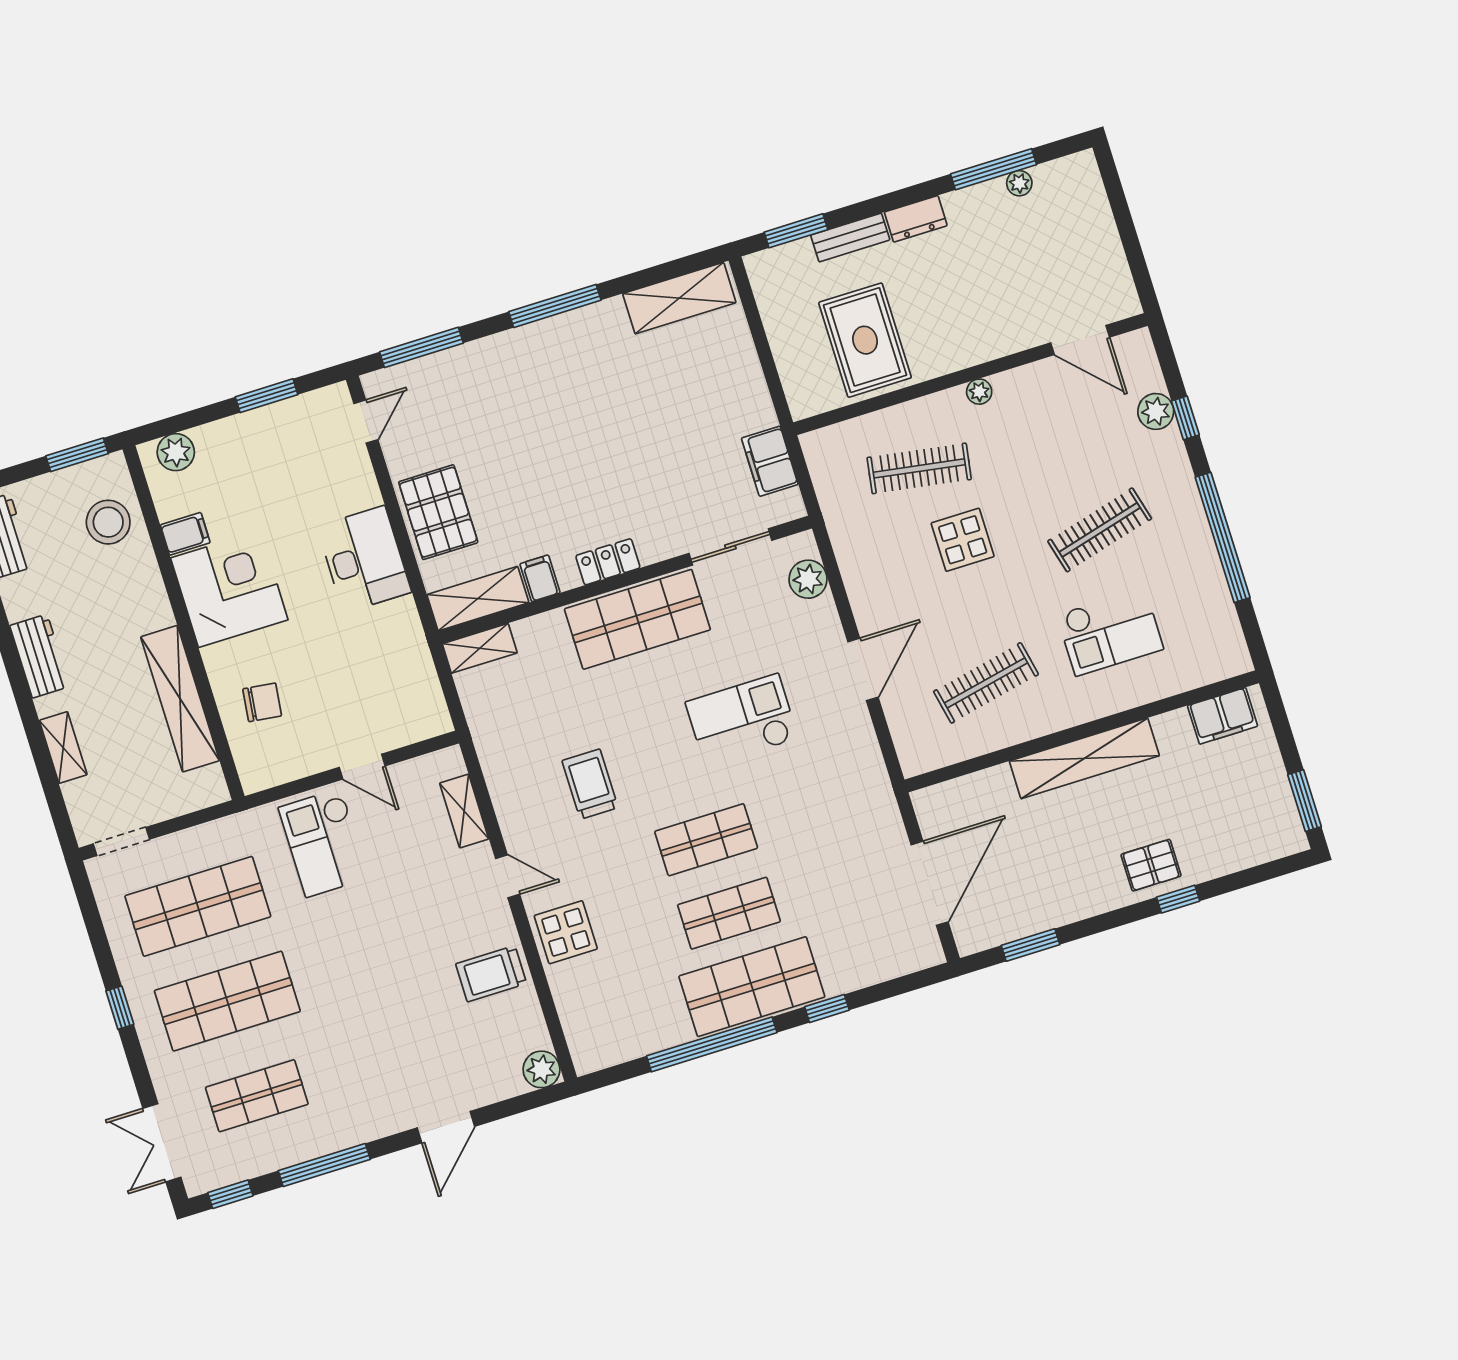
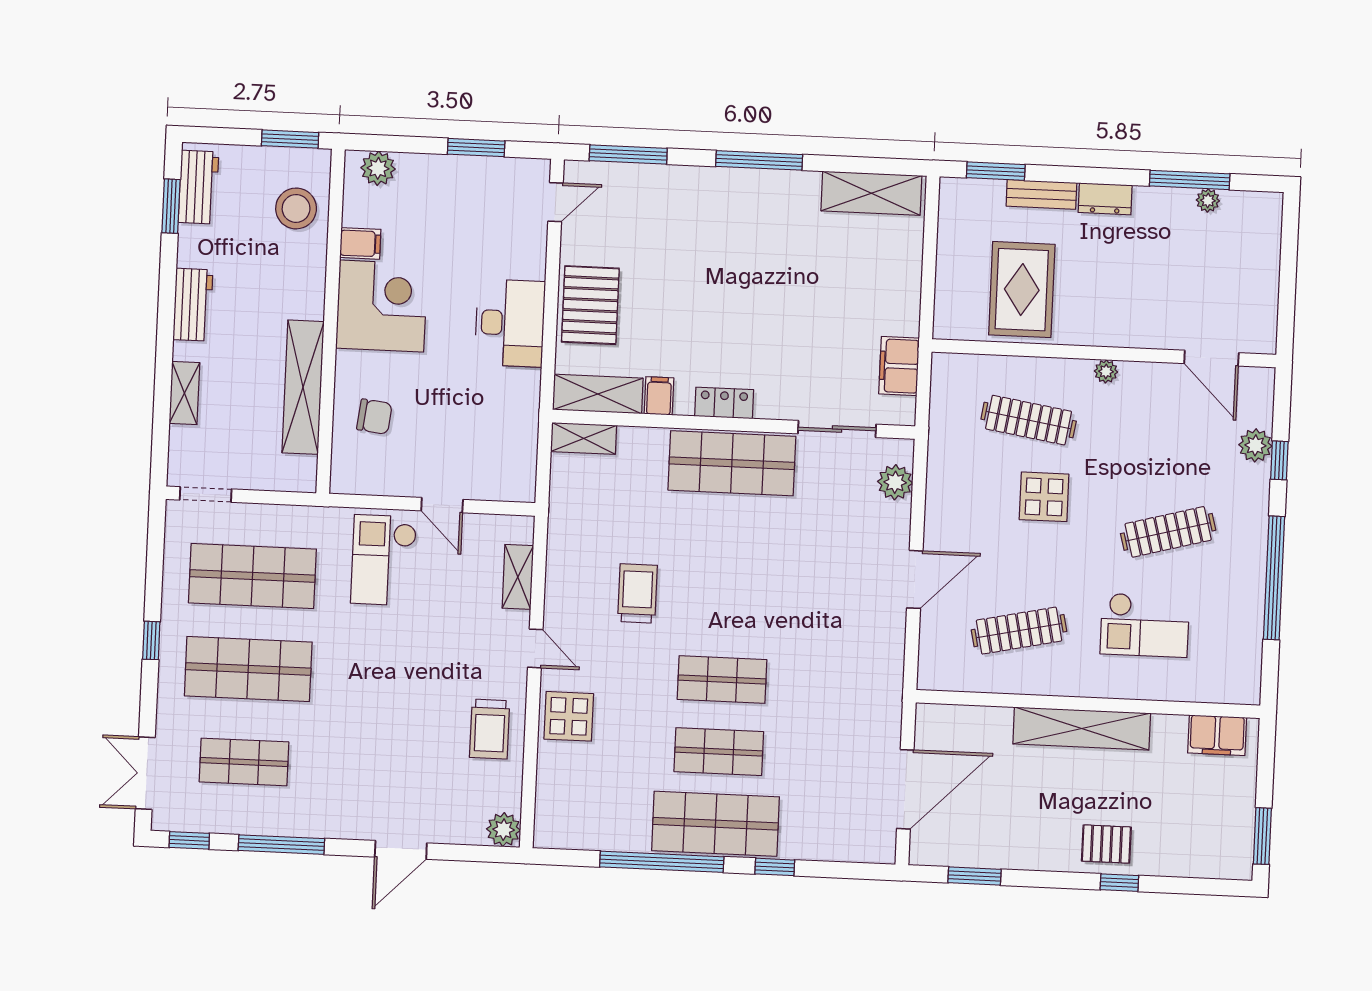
checkout: (742, 720) -> (792, 586), removed
trolley: (491, 974) -> (490, 729), turned -90

